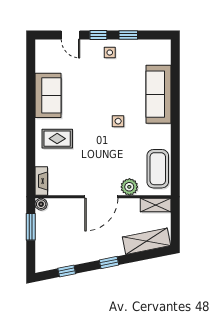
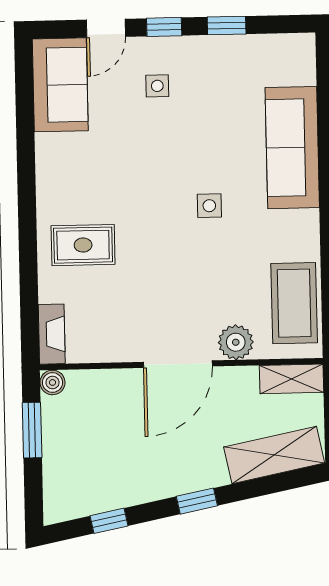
door: (70, 35) -> (106, 28), hinge flipped
side table: (110, 53) -> (157, 86), moved
sofa: (48, 95) -> (60, 85), moved

